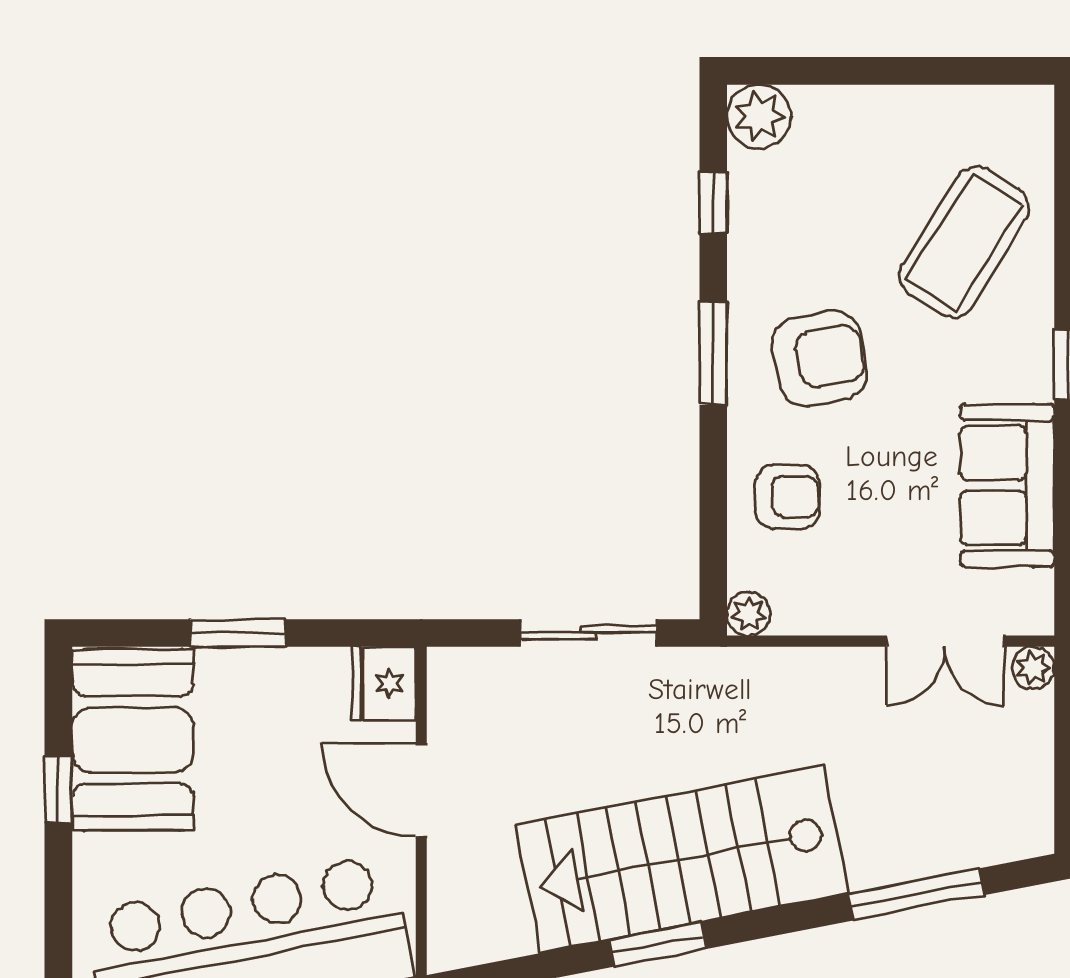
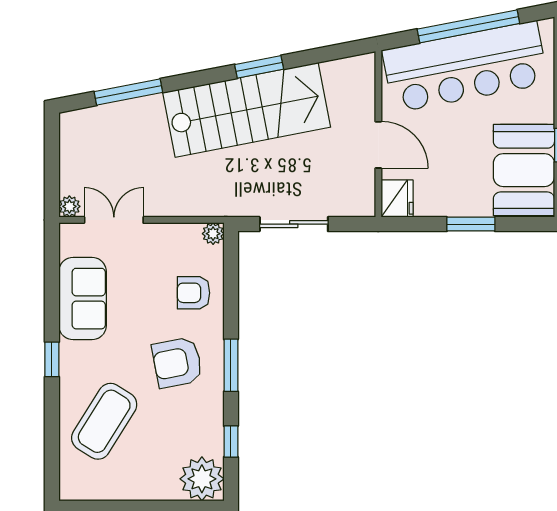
plant: (759, 117) -> (202, 479), width x1.36, depth x1.36

